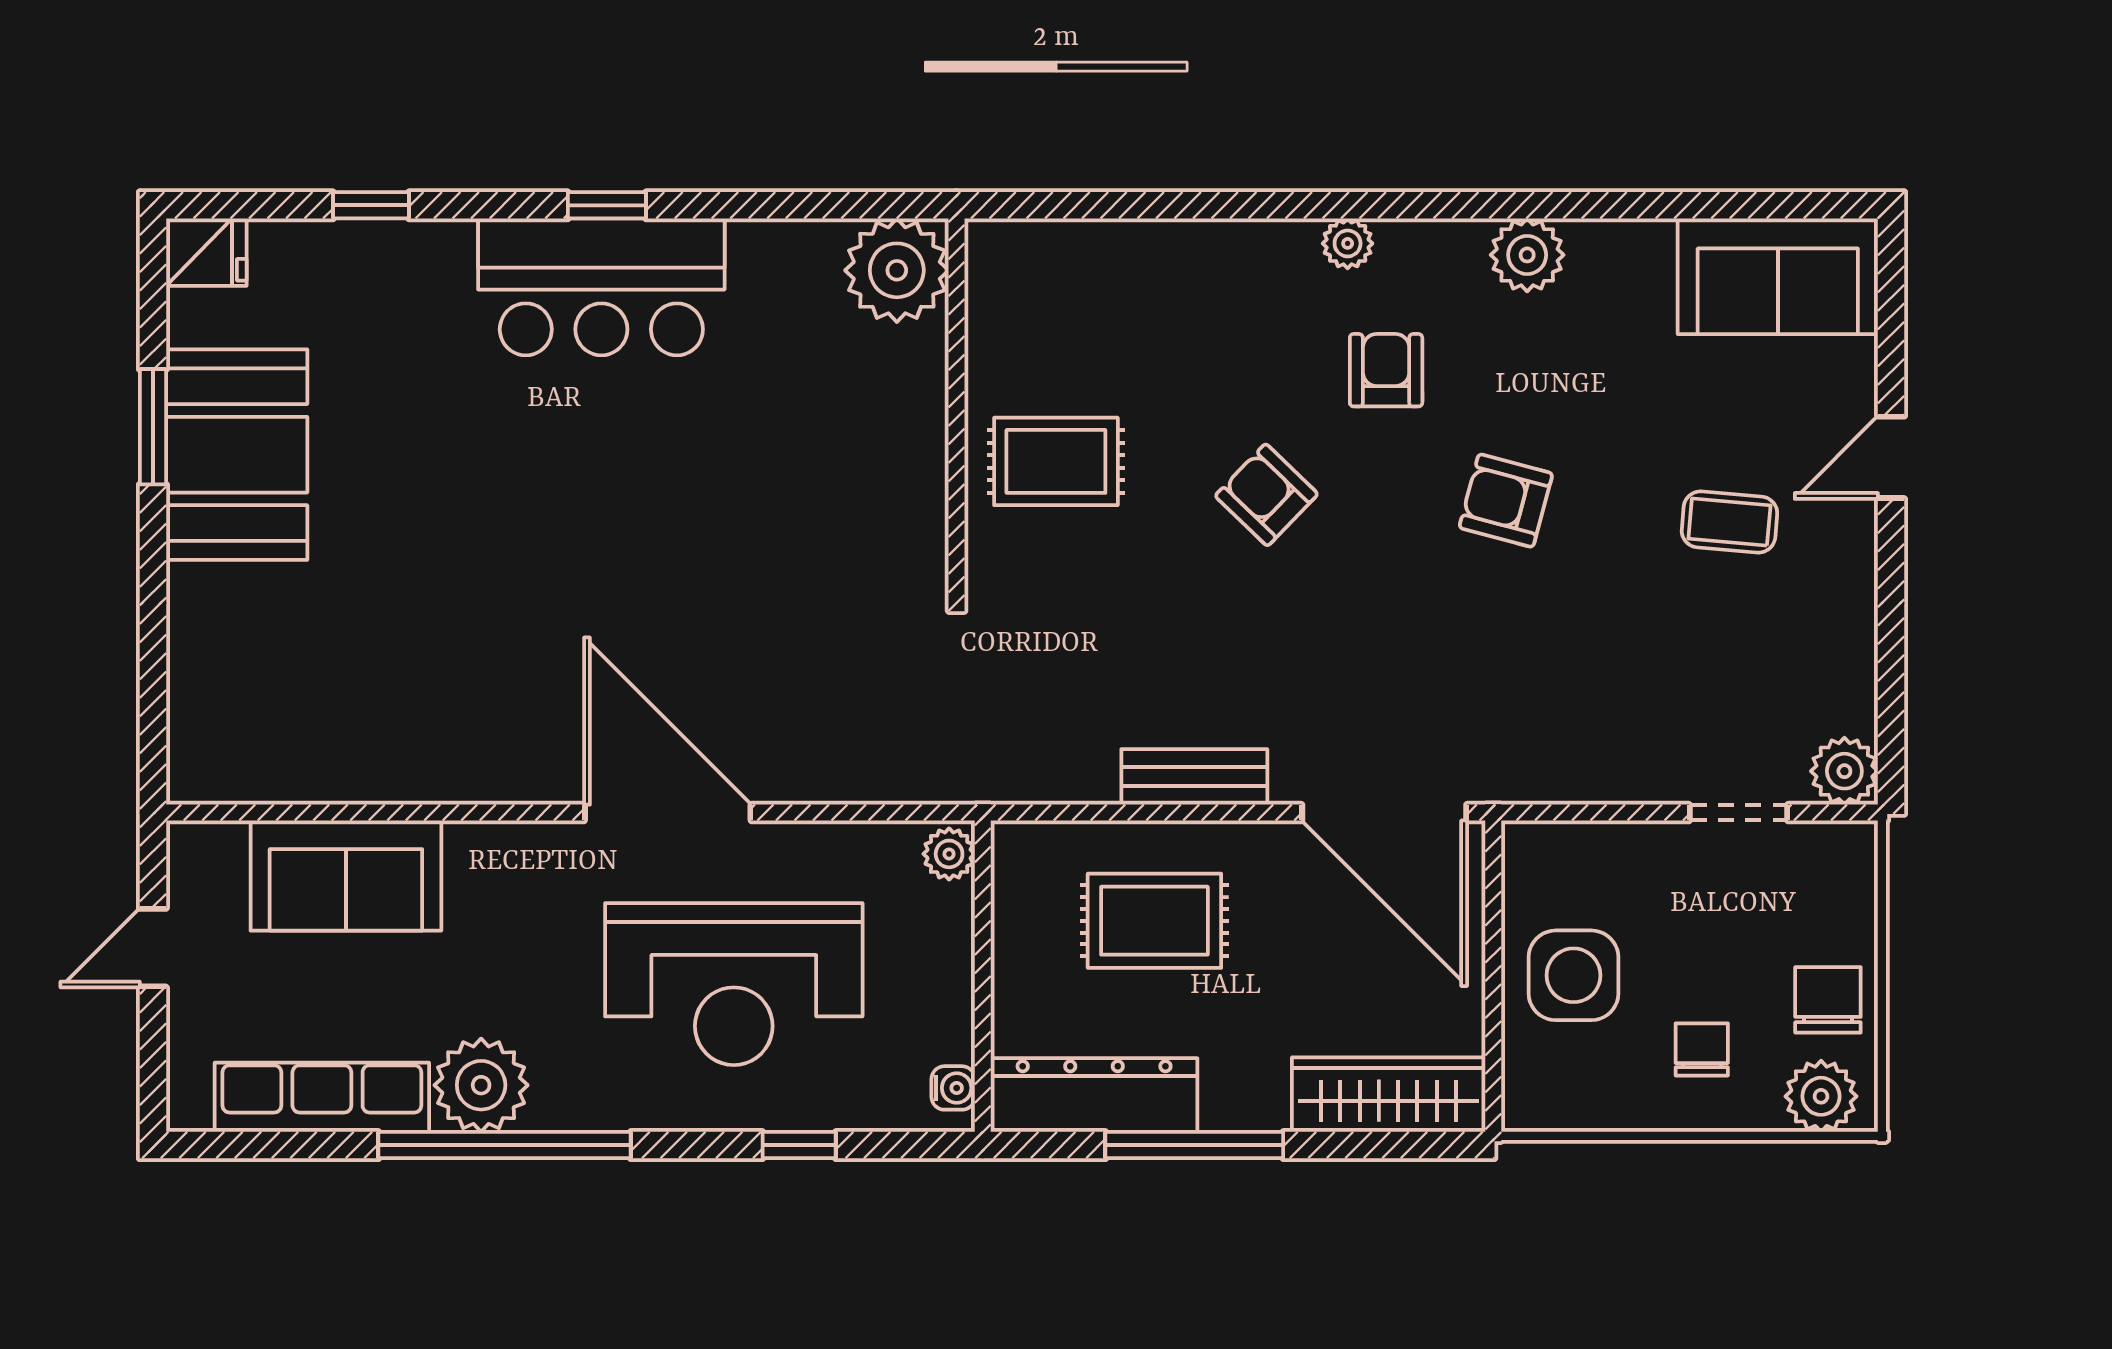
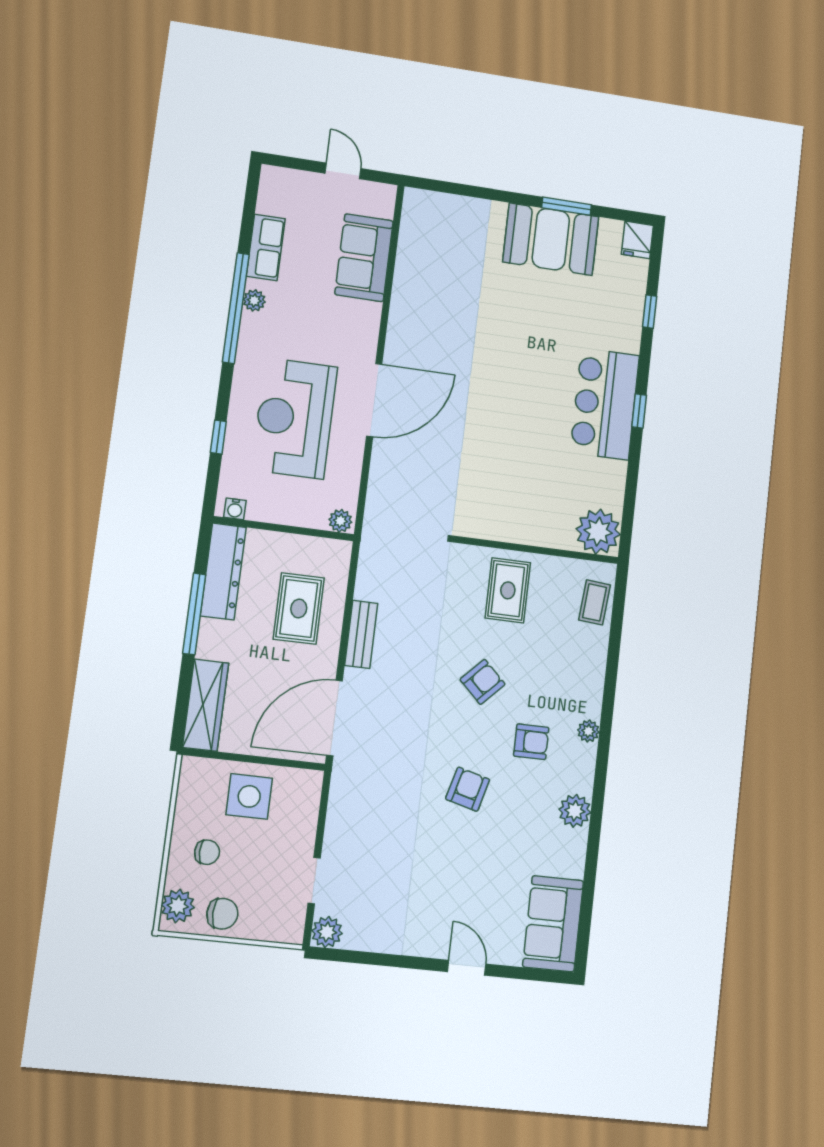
coffee table: (1729, 522) -> (594, 602), moved
plant: (481, 1085) -> (254, 300), width x0.53, depth x0.53
row of seats: (322, 1097) -> (266, 247), width x0.68

